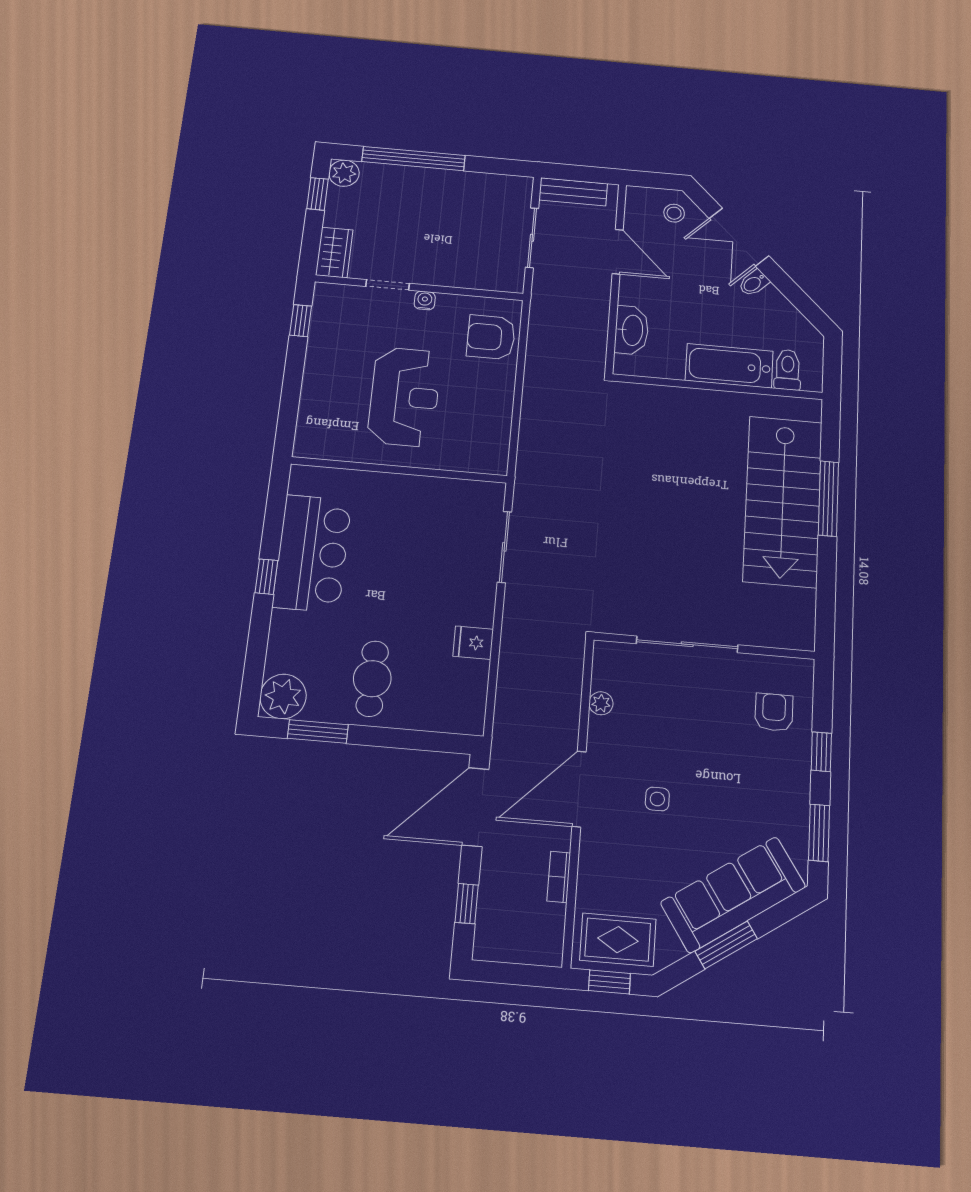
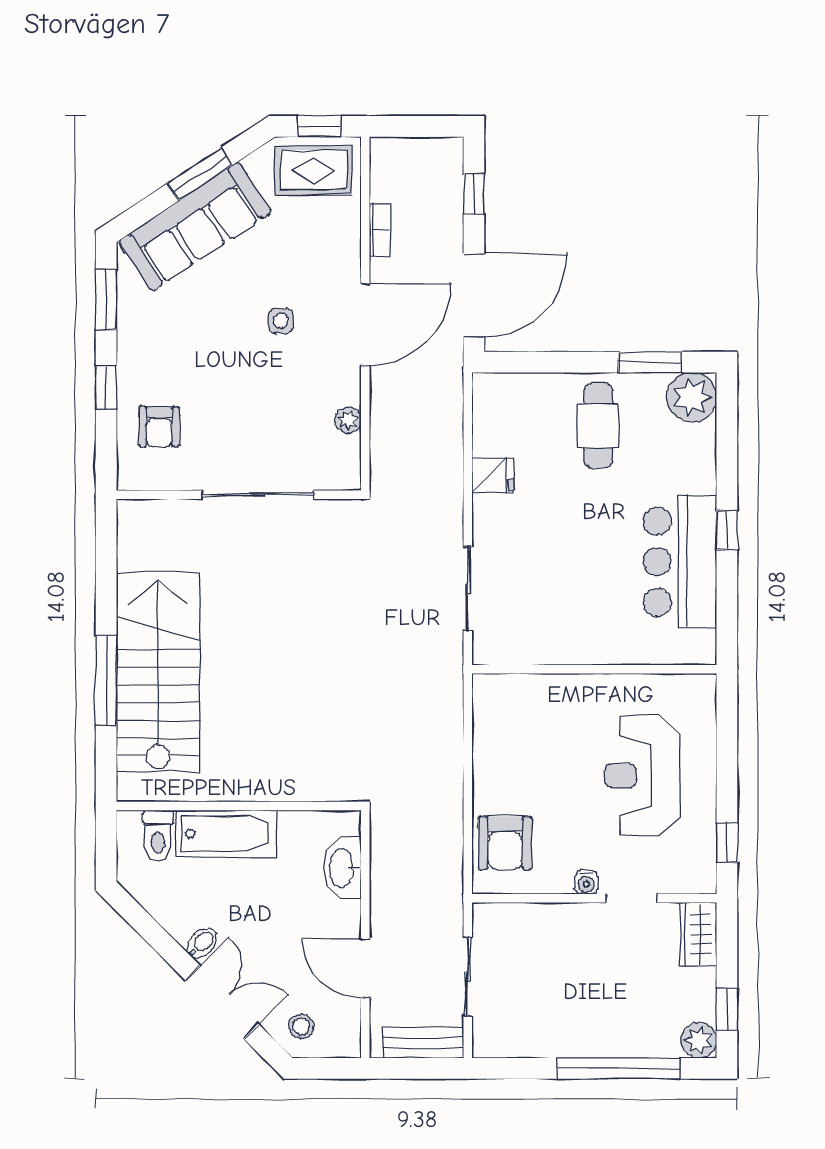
armchair: (491, 337) -> (505, 843), turned 90
reception desk: (404, 397) -> (642, 776), moved

